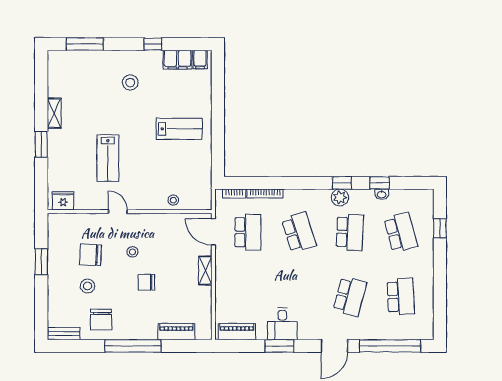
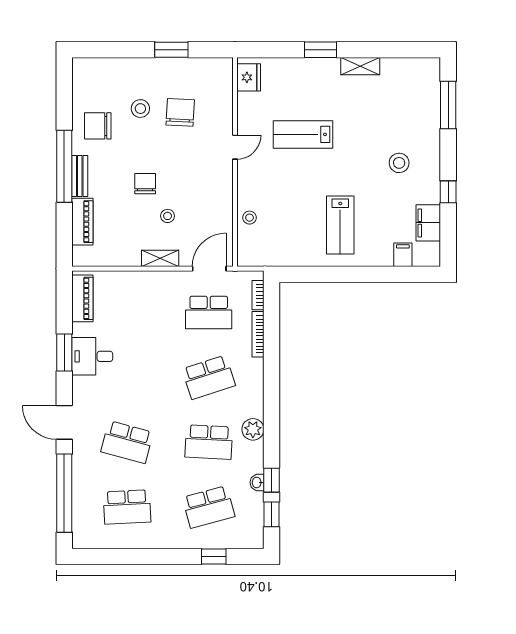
filing cabinet: (200, 59) -> (403, 255), moved, turned 90
window: (342, 183) -> (272, 514), moved
stool: (132, 252) -> (168, 216), moved
bench: (64, 334) -> (80, 176), moved

